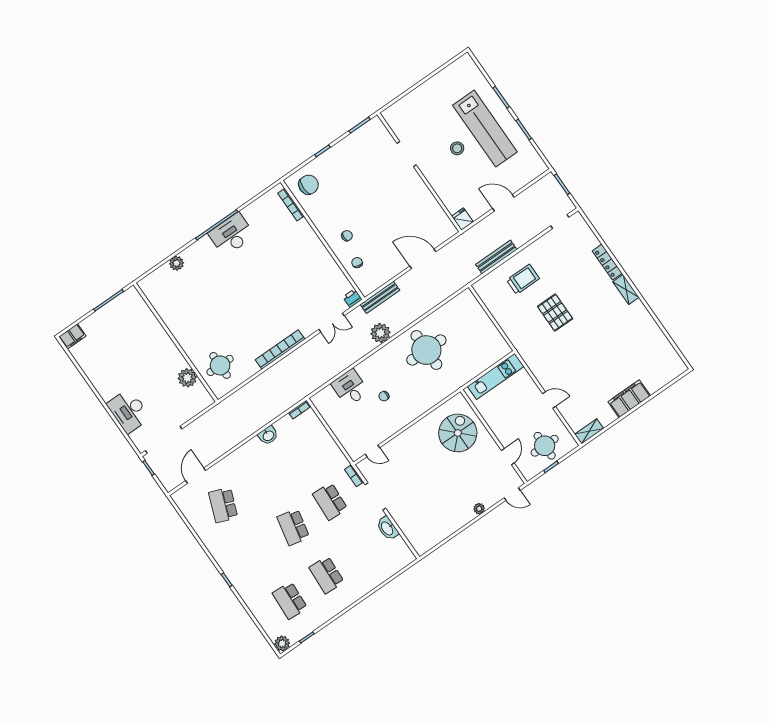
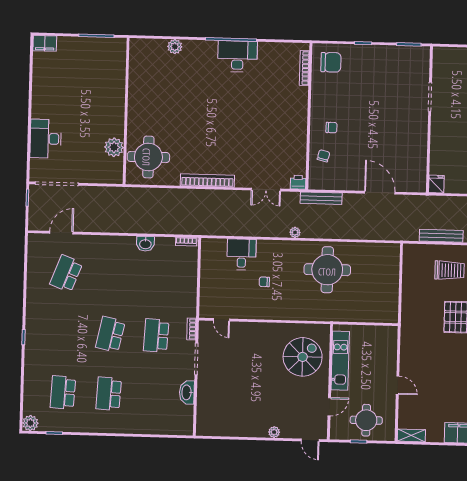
plant: (380, 333) -> (295, 232), width x0.53, depth x0.53
round table: (220, 365) -> (148, 157), width x1.36, depth x1.36
kitchen unit: (496, 376) -> (340, 361), moved, turned -90

